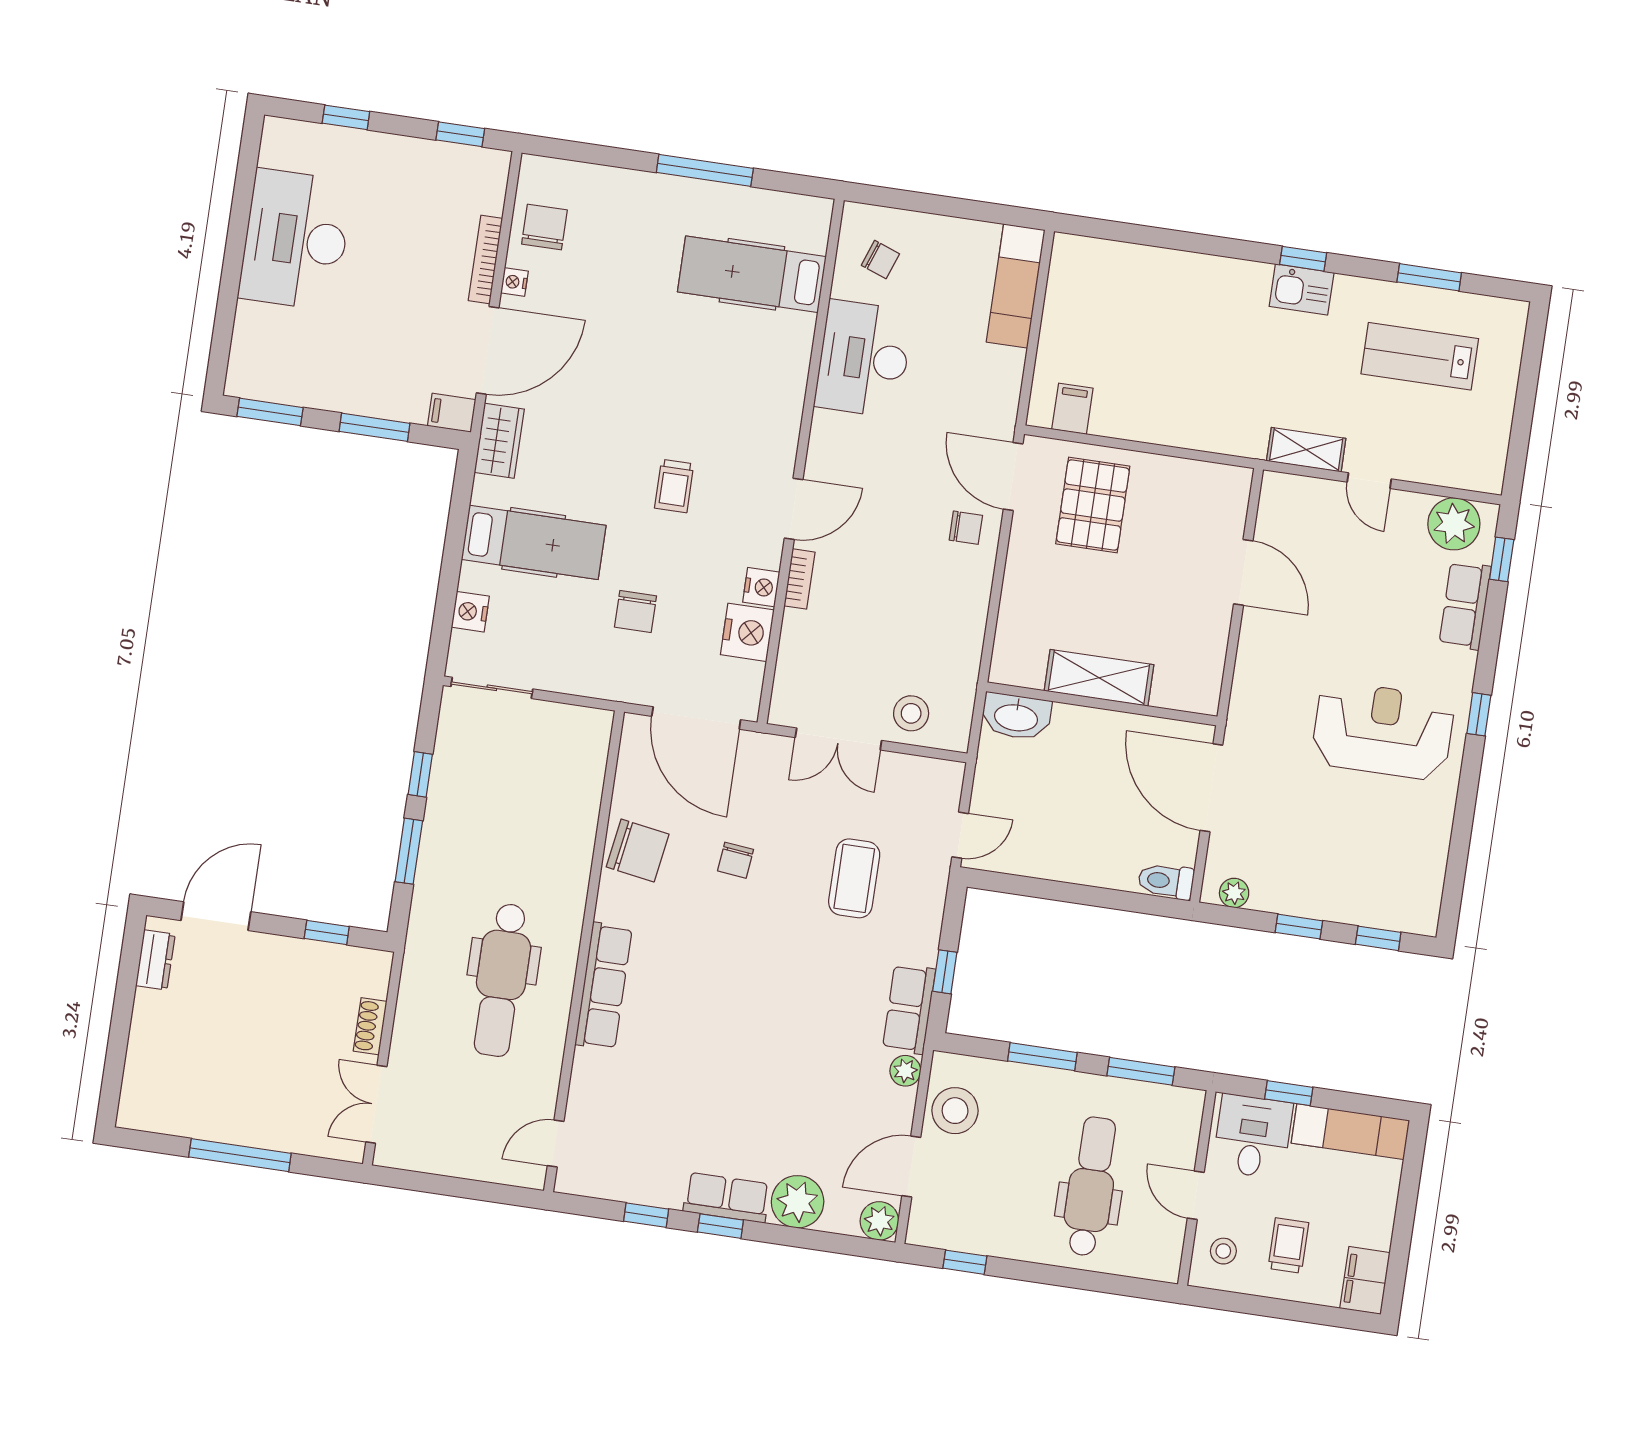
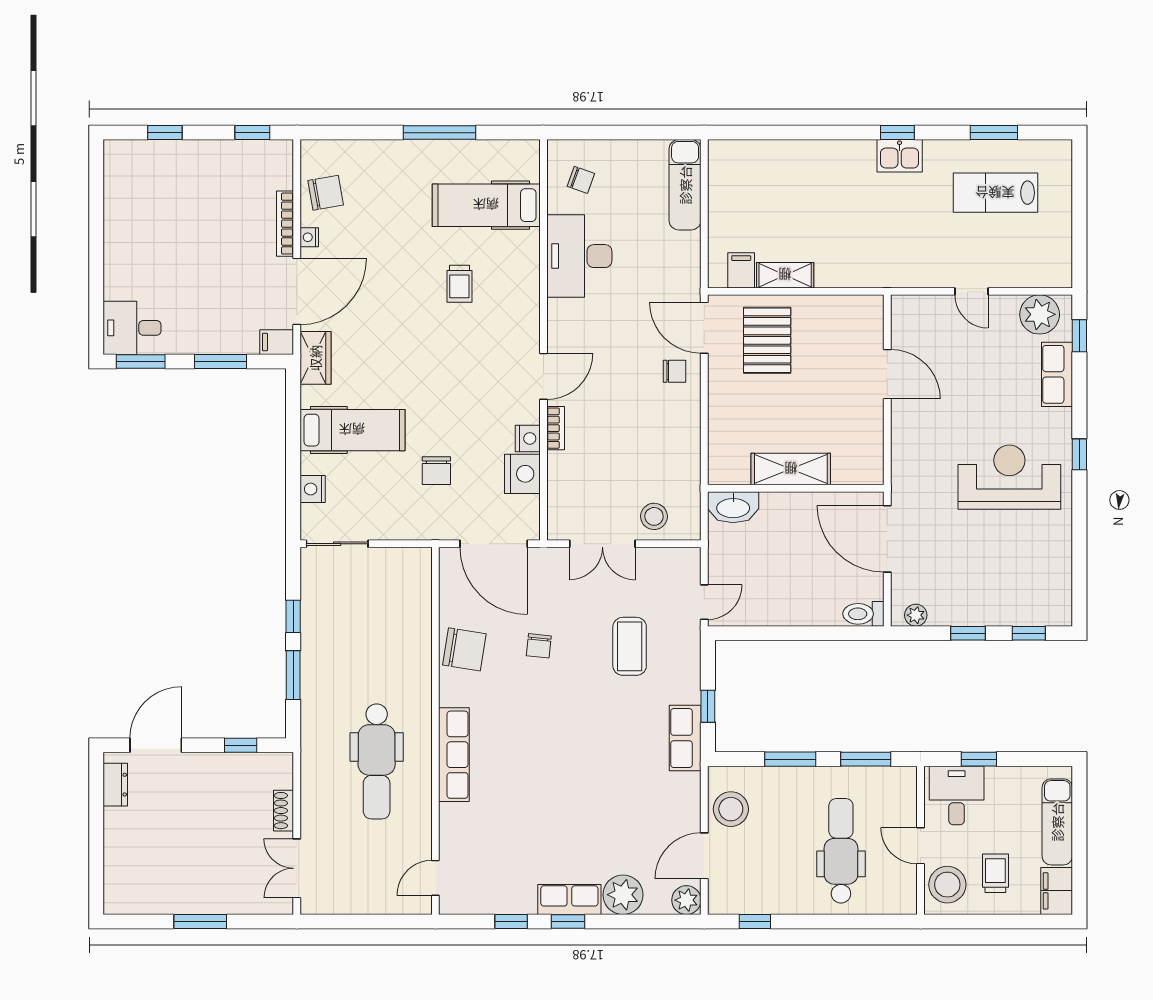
chair: (544, 227) -> (326, 193), turned 80
desk: (296, 240) -> (132, 328), moved, width x0.53, depth x0.77
shelving: (1306, 450) -> (785, 275), moved
trolley: (674, 486) -> (459, 284), moved
plant: (905, 1071) -> (689, 785), removed
exam couch: (1350, 1132) -> (1057, 822), moved, turned 90
window: (240, 1155) -> (200, 922), width x0.69
stool: (1223, 1251) -> (947, 885), width x1.89, depth x1.89

